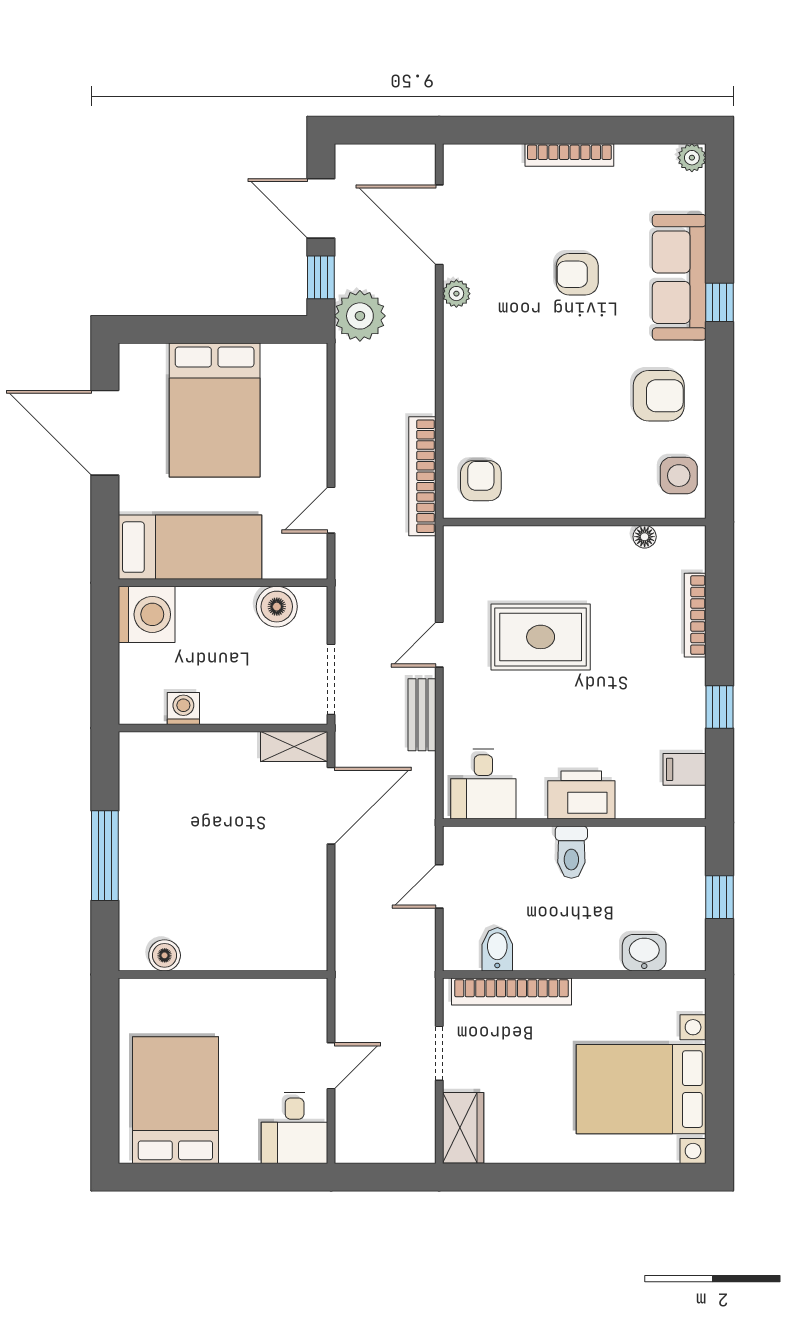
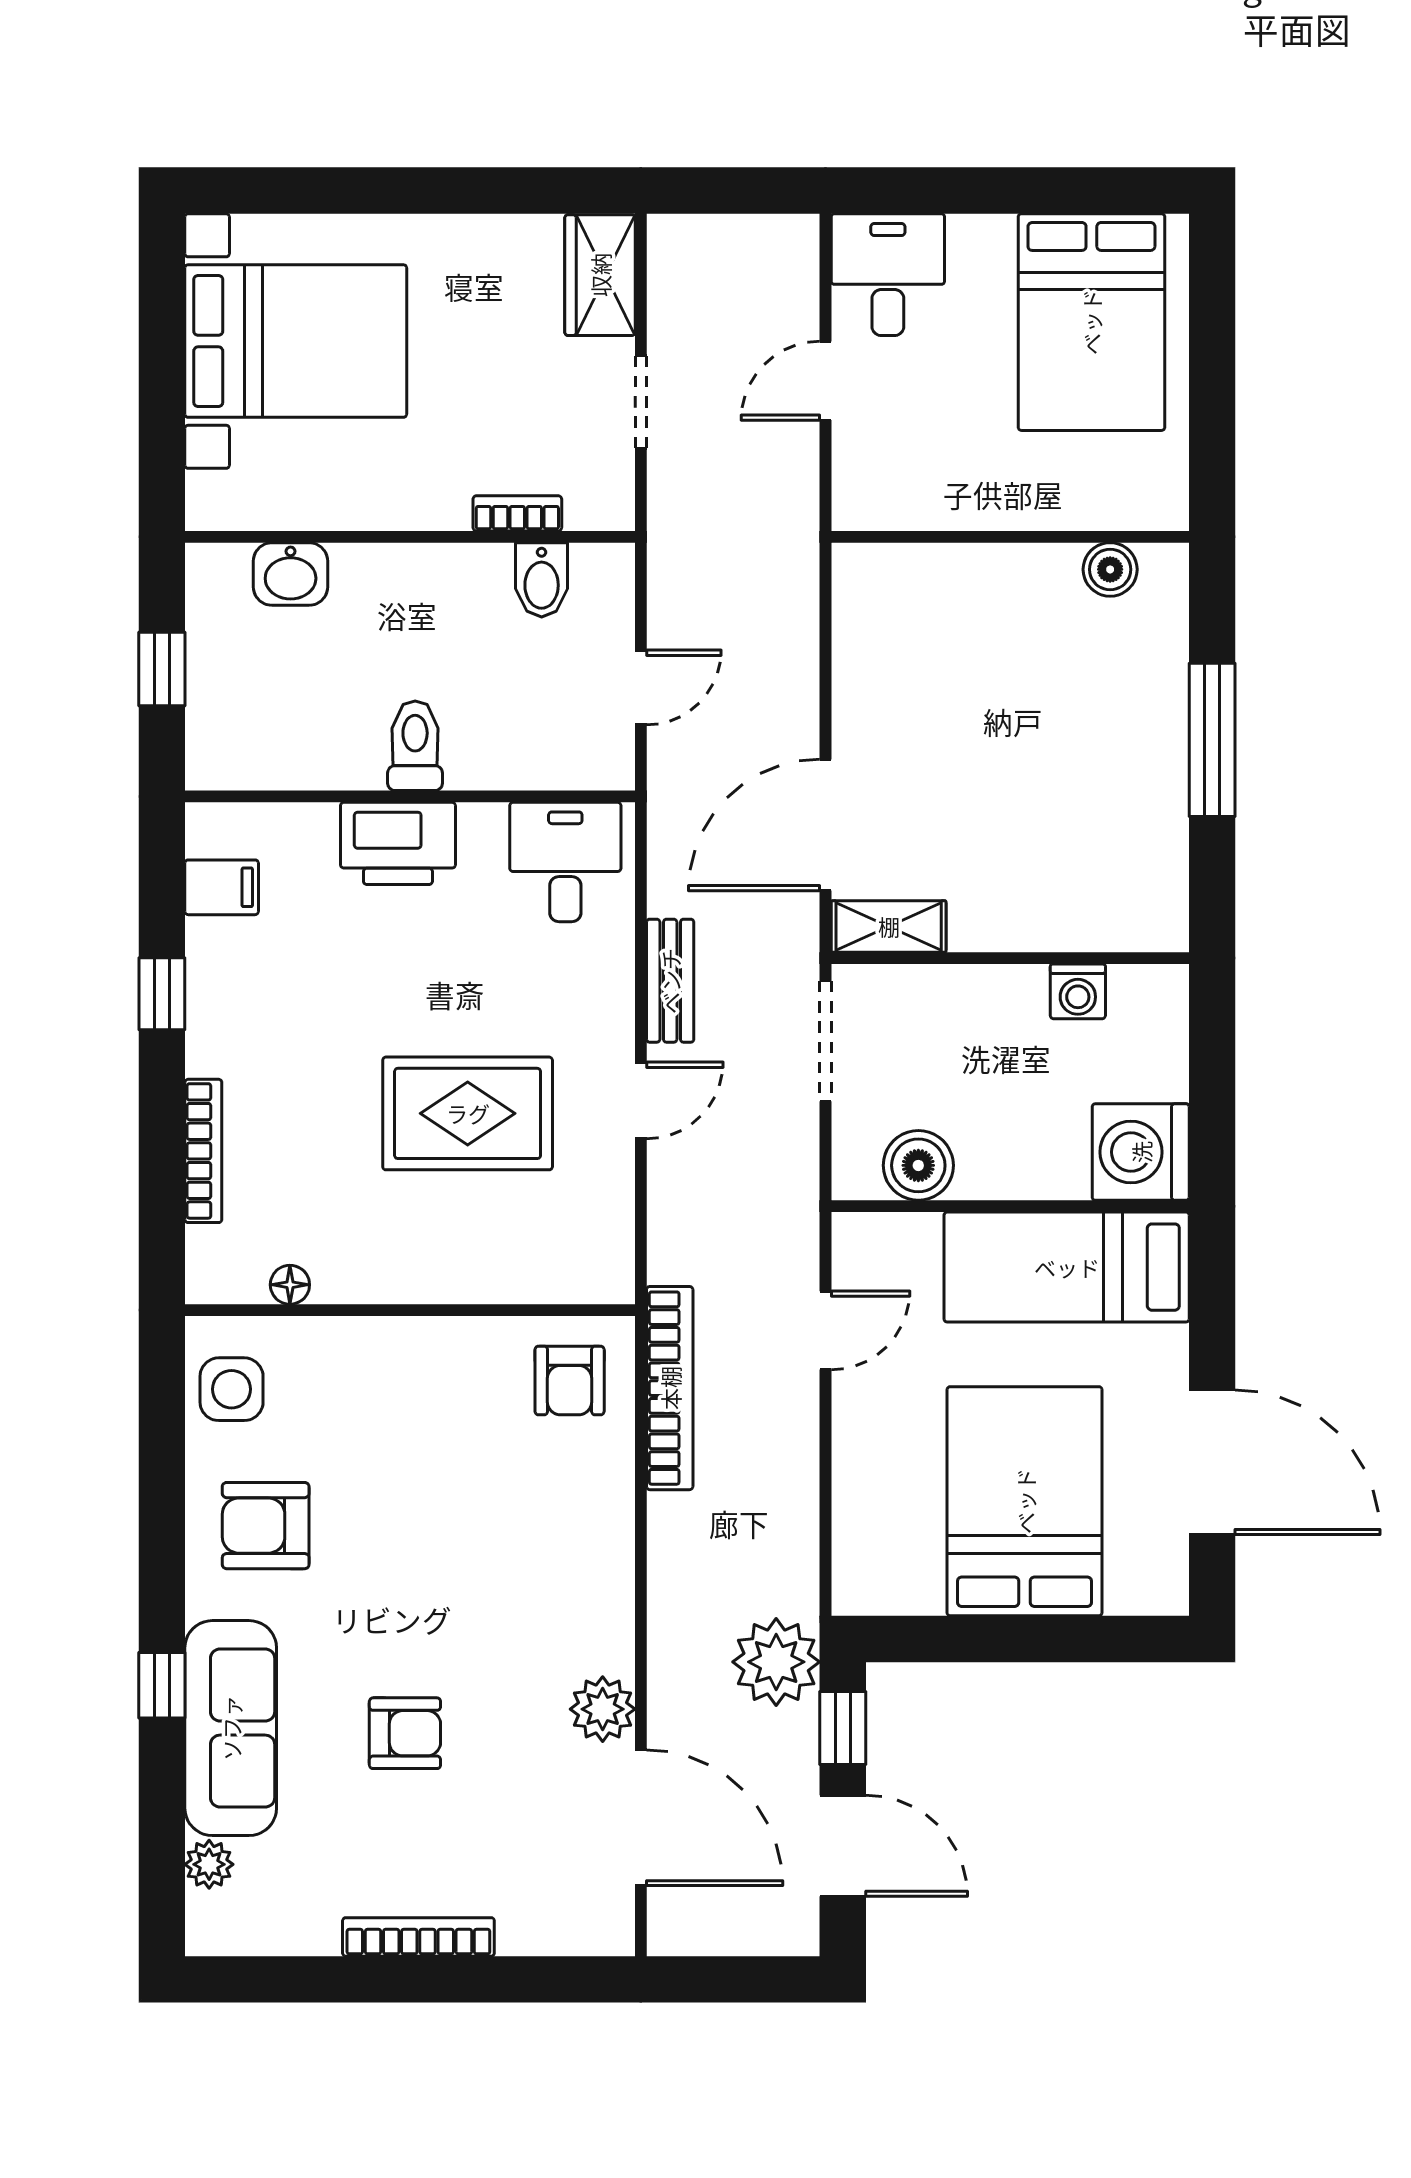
plant: (692, 158) -> (209, 1864), moved
plant: (456, 294) -> (603, 1709), width x1.38, depth x1.38
bookcase: (511, 991) -> (517, 513), width x0.43, depth x0.76

